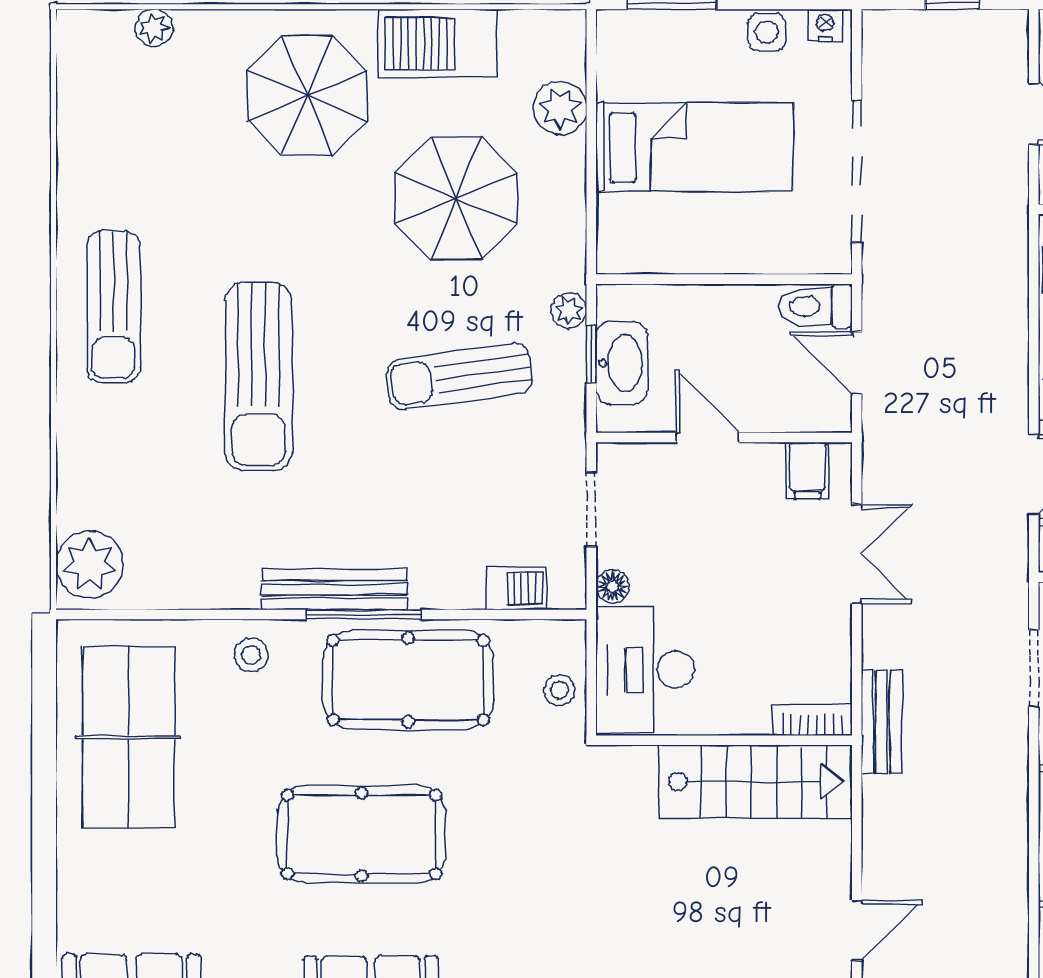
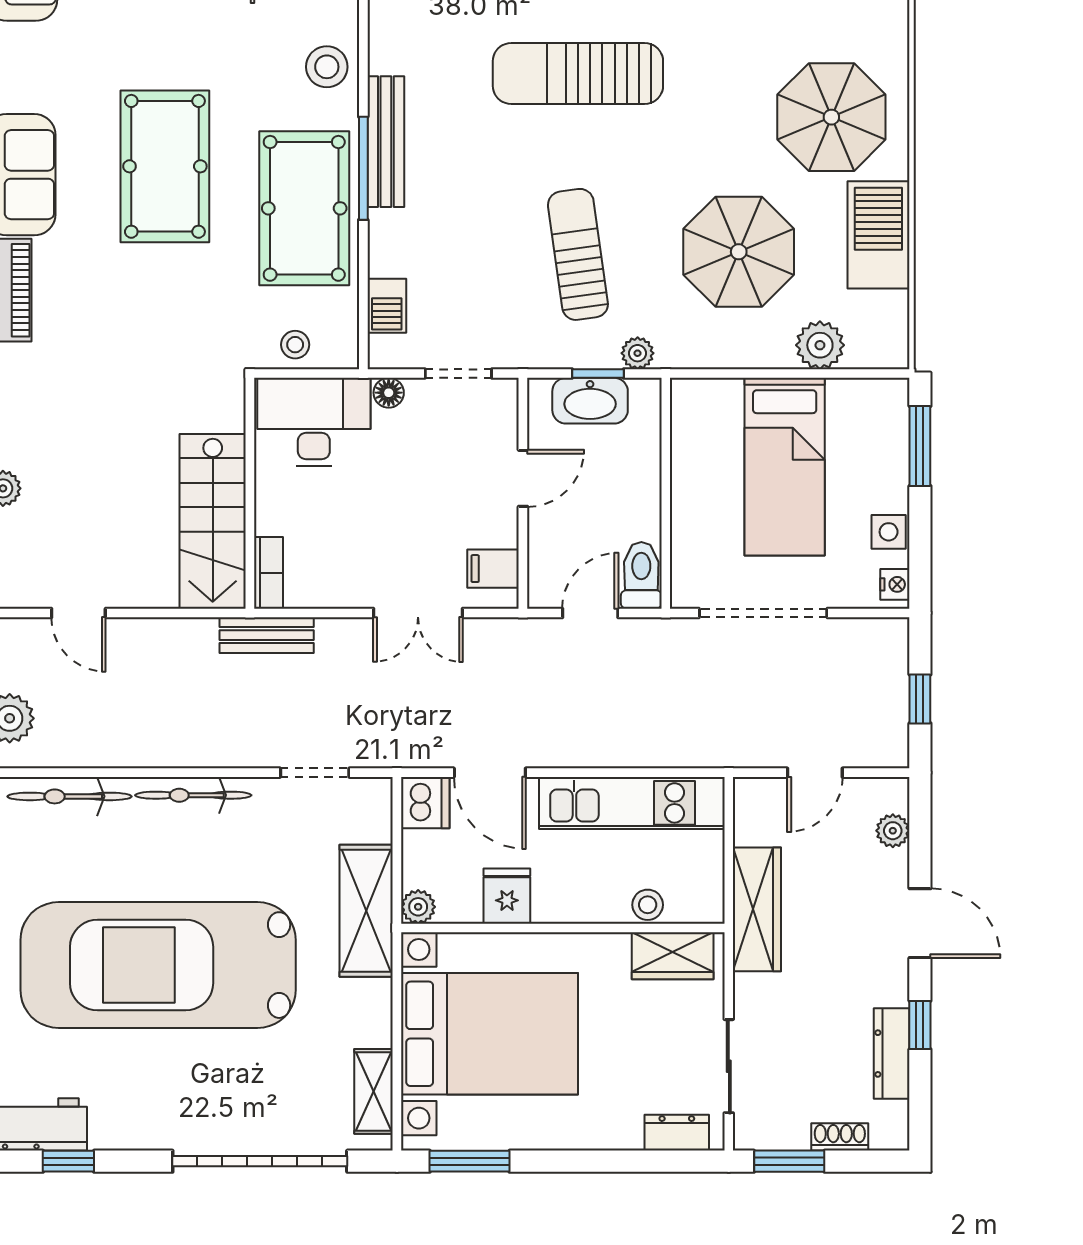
stool: (251, 655) -> (327, 67), width x1.37, depth x1.37

